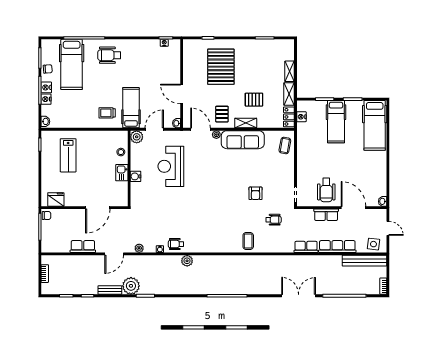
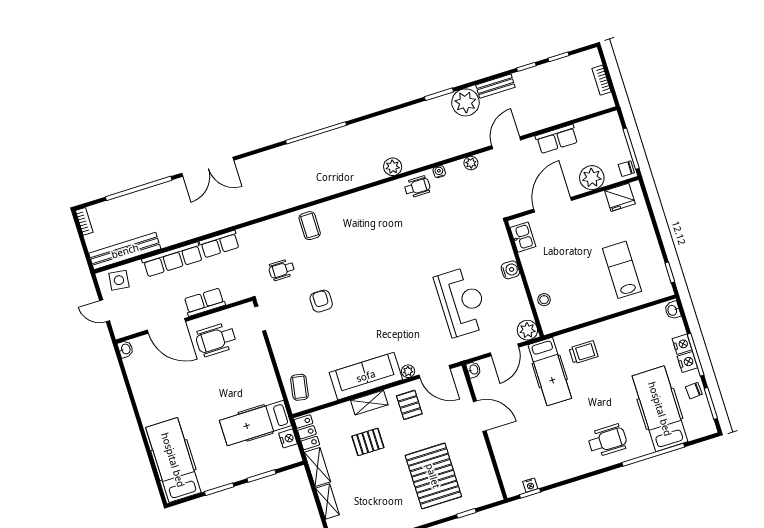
hospital bed: (336, 122) -> (256, 423), moved, turned -90
kitchen sink: (122, 173) -> (523, 237), moved
wheelchair: (326, 190) -> (216, 340), turned -90
plant: (69, 217) -> (592, 178), added

